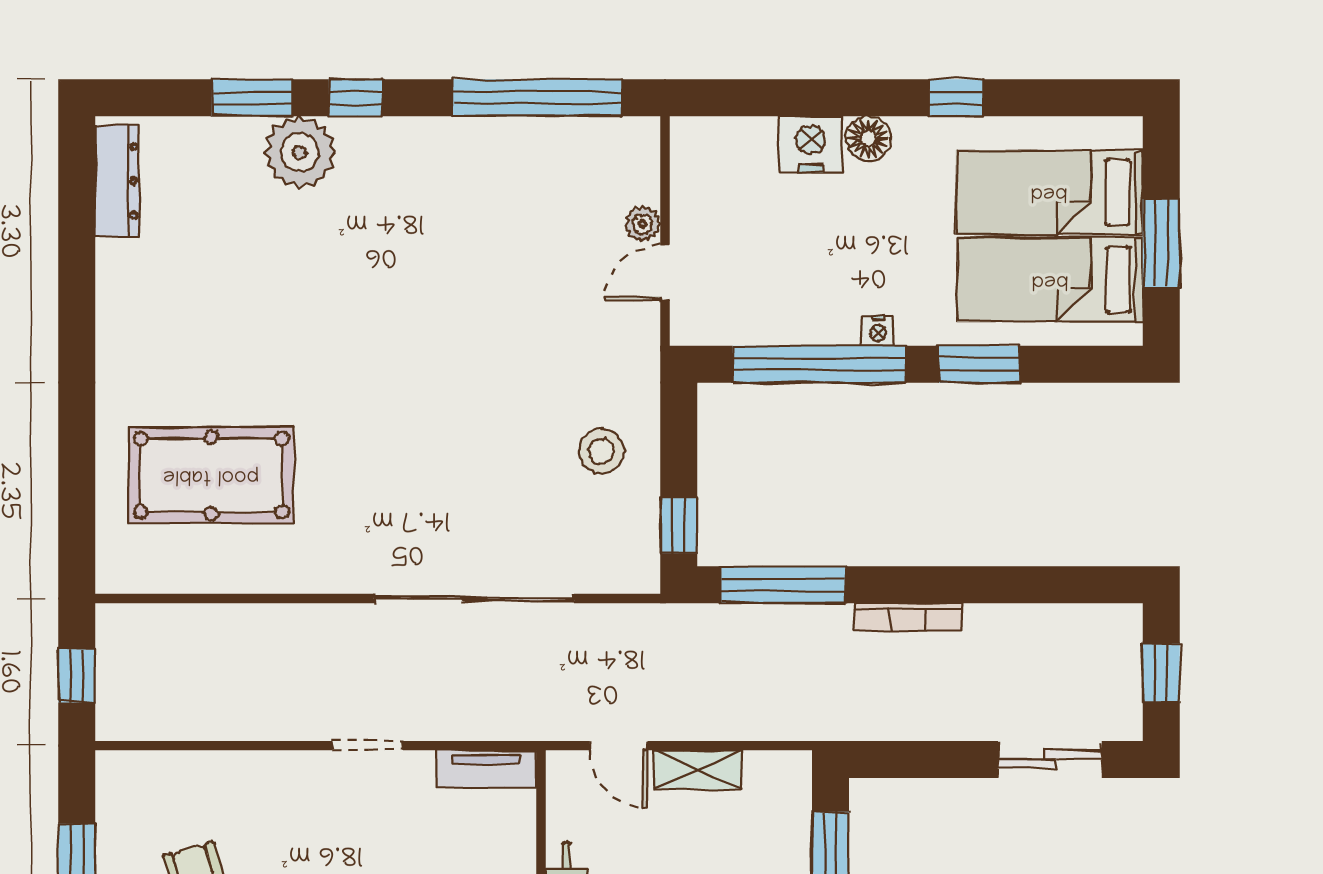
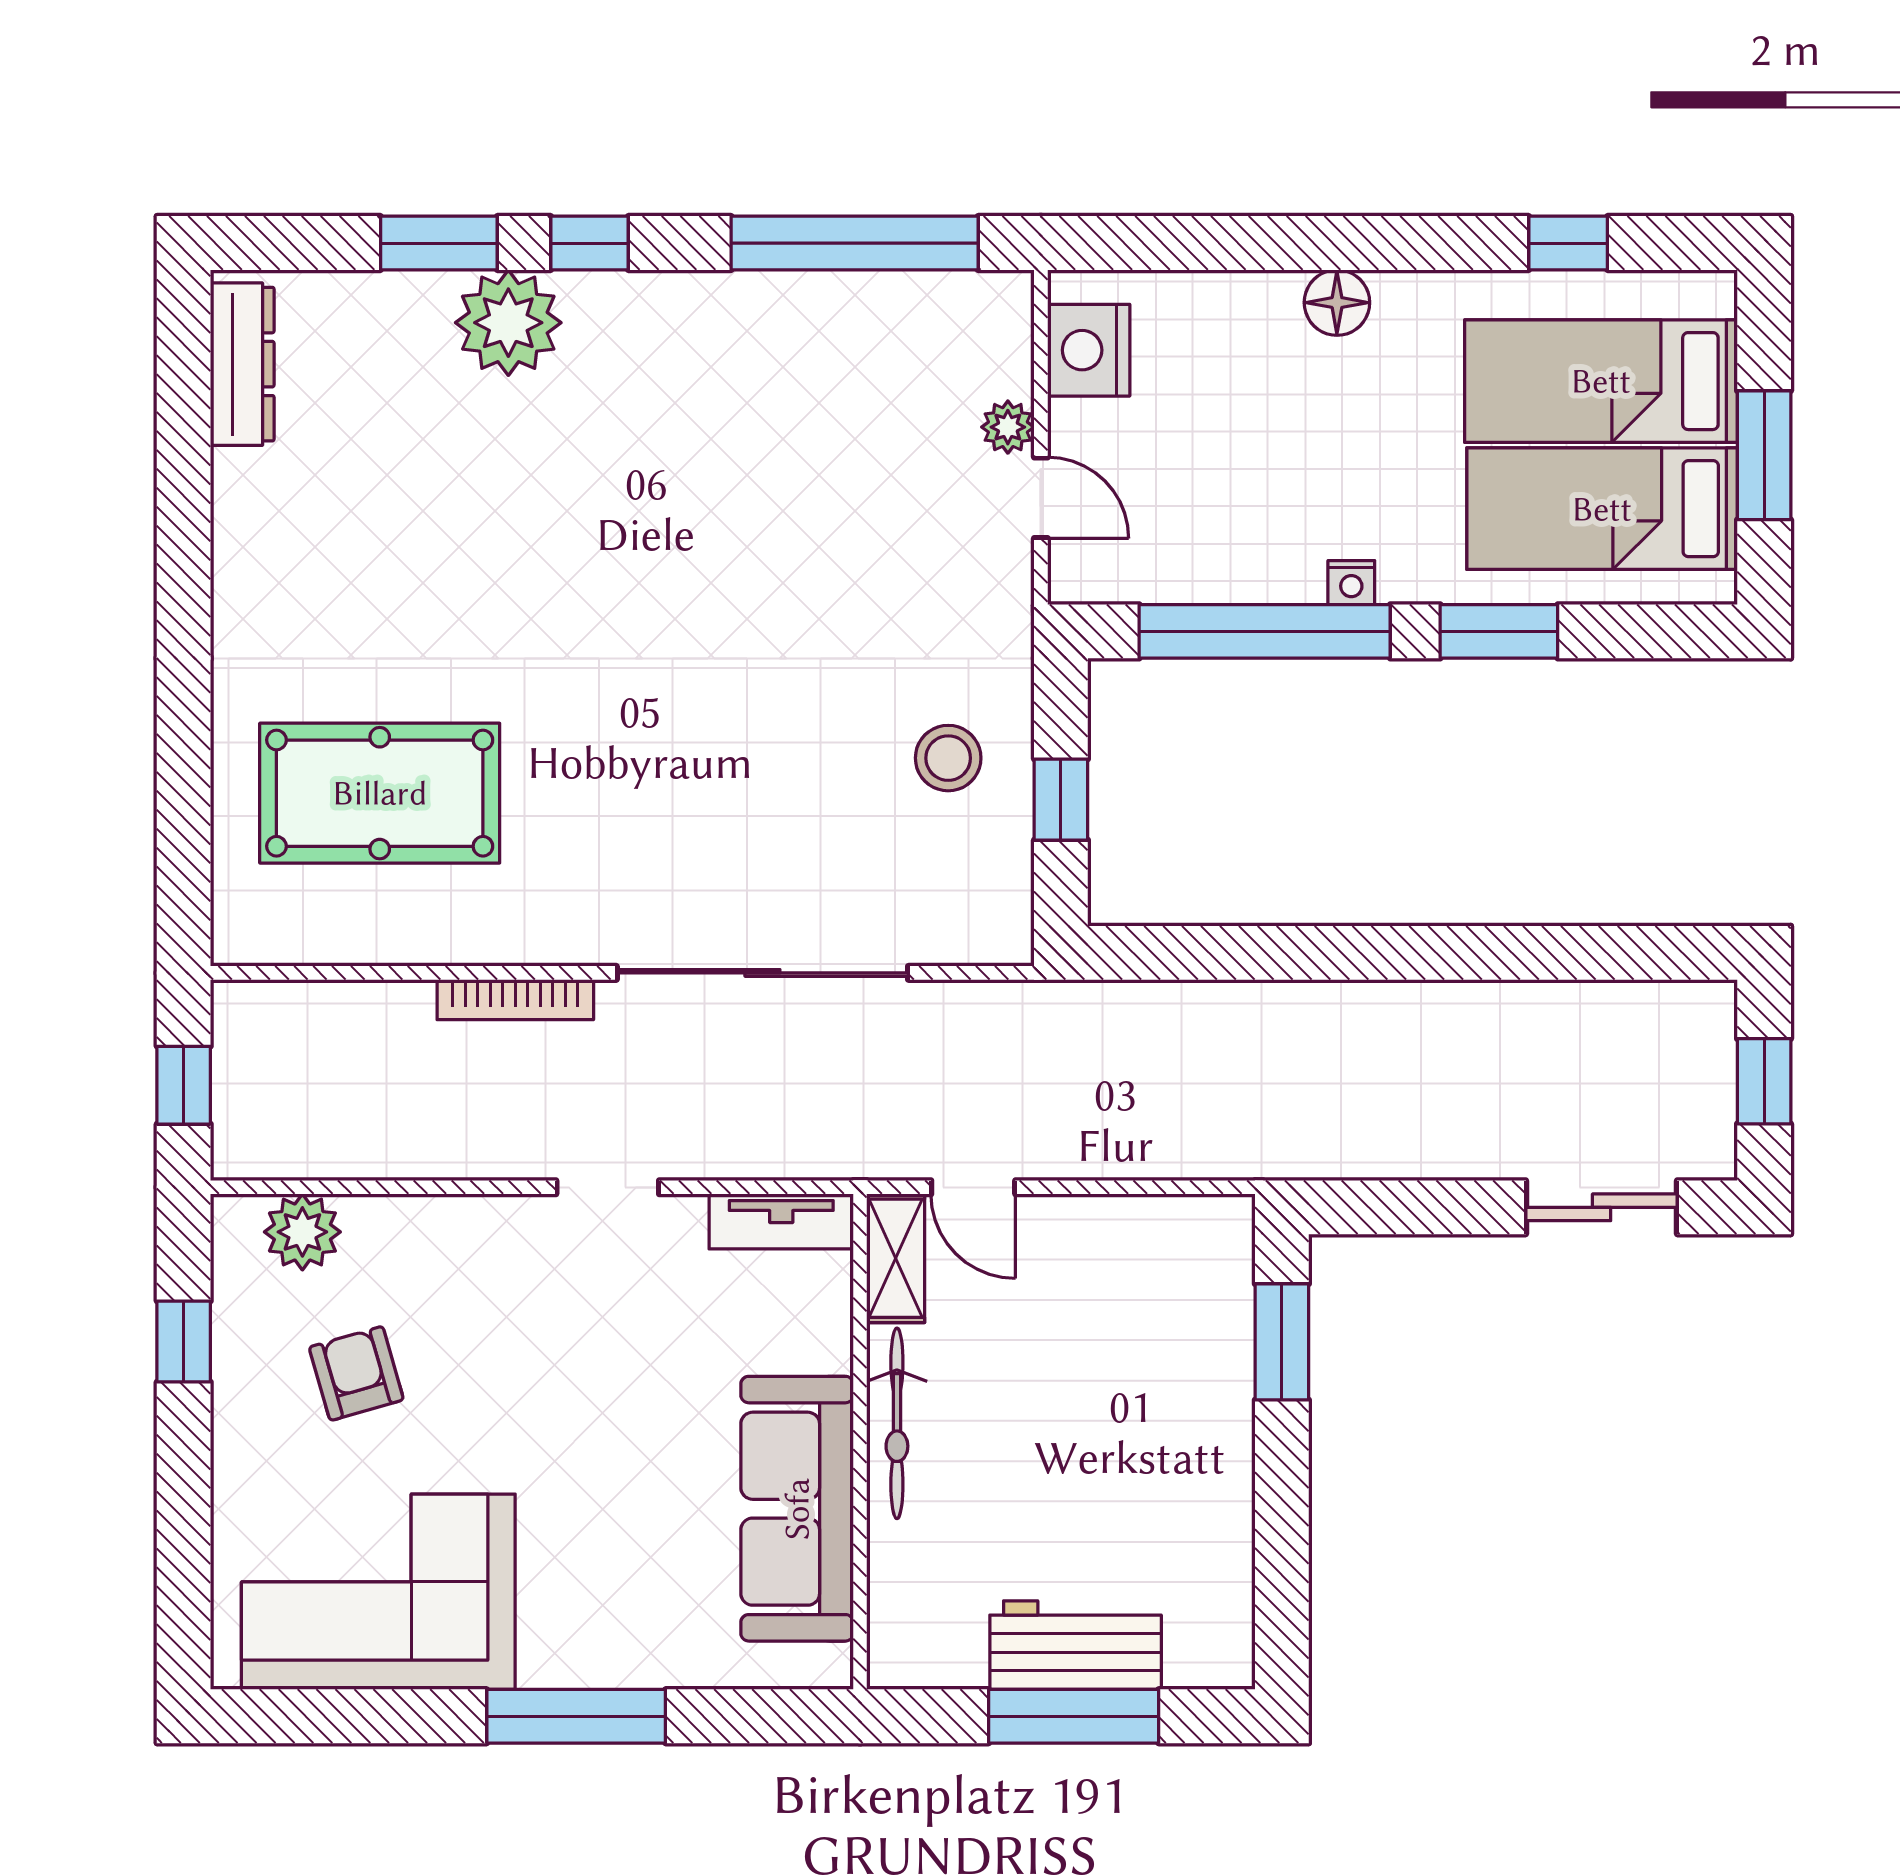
window: (957, 98) -> (1568, 243), moved
nightstand: (811, 144) -> (1089, 350), moved, turned -90
door: (665, 272) -> (1041, 498), swing flipped
window: (679, 525) -> (1061, 800), moved
window: (783, 585) -> (1213, 953), removed
bookcase: (908, 617) -> (515, 1000), moved
shelving: (698, 770) -> (896, 1258), moved, turned 90
plant: (158, 776) -> (302, 1232), added

